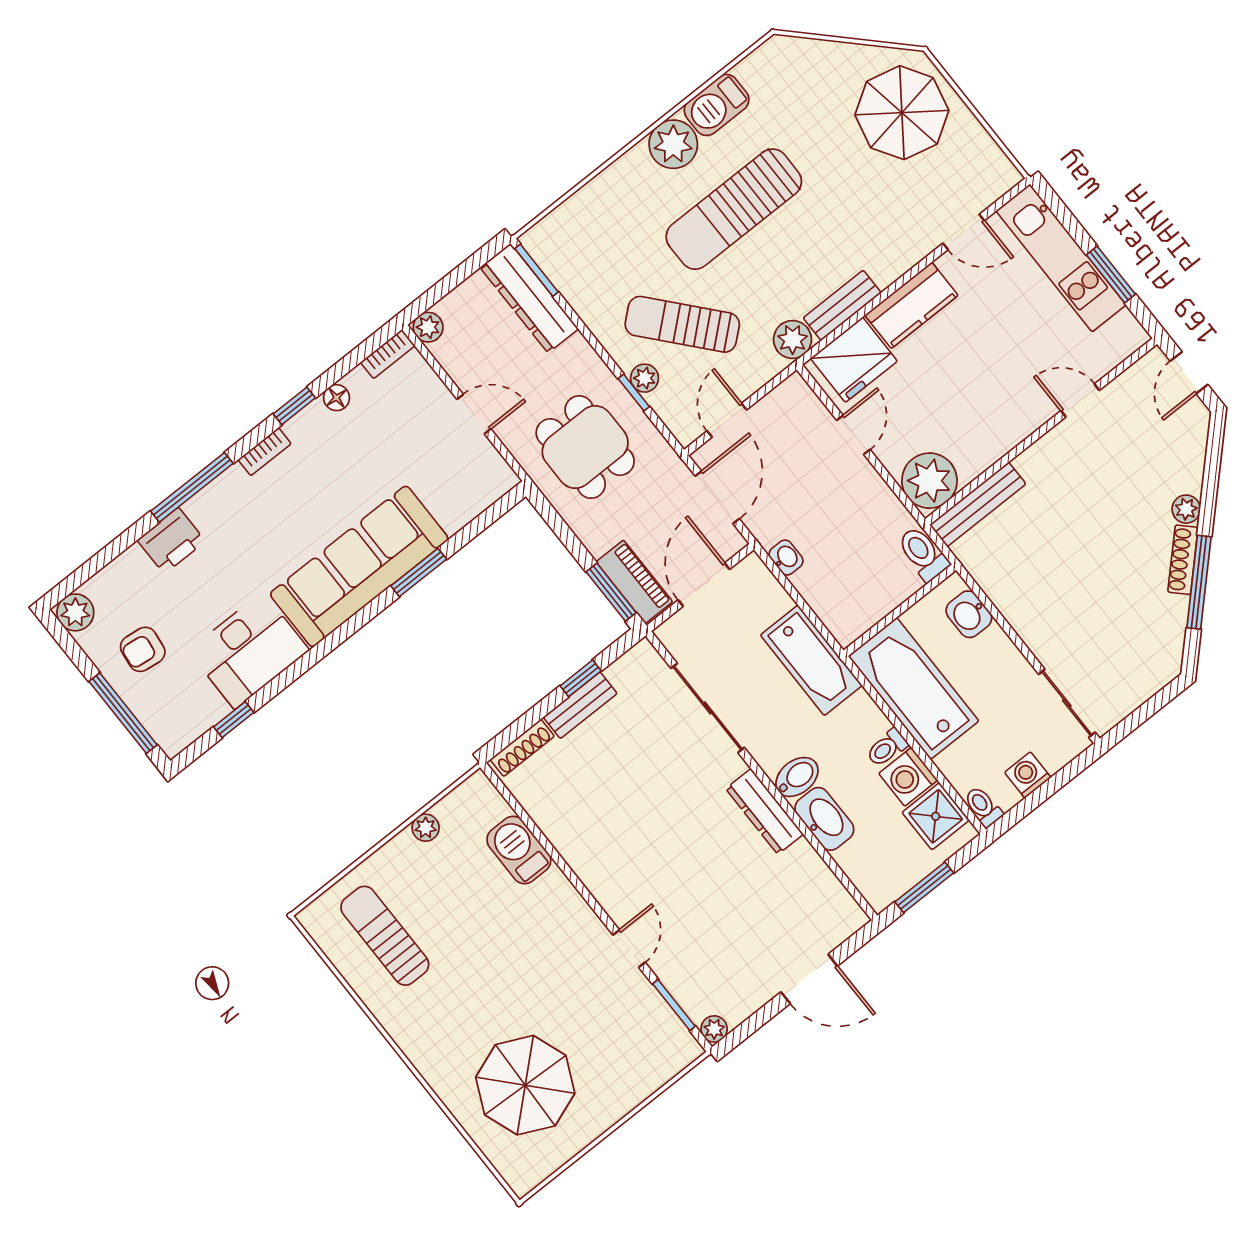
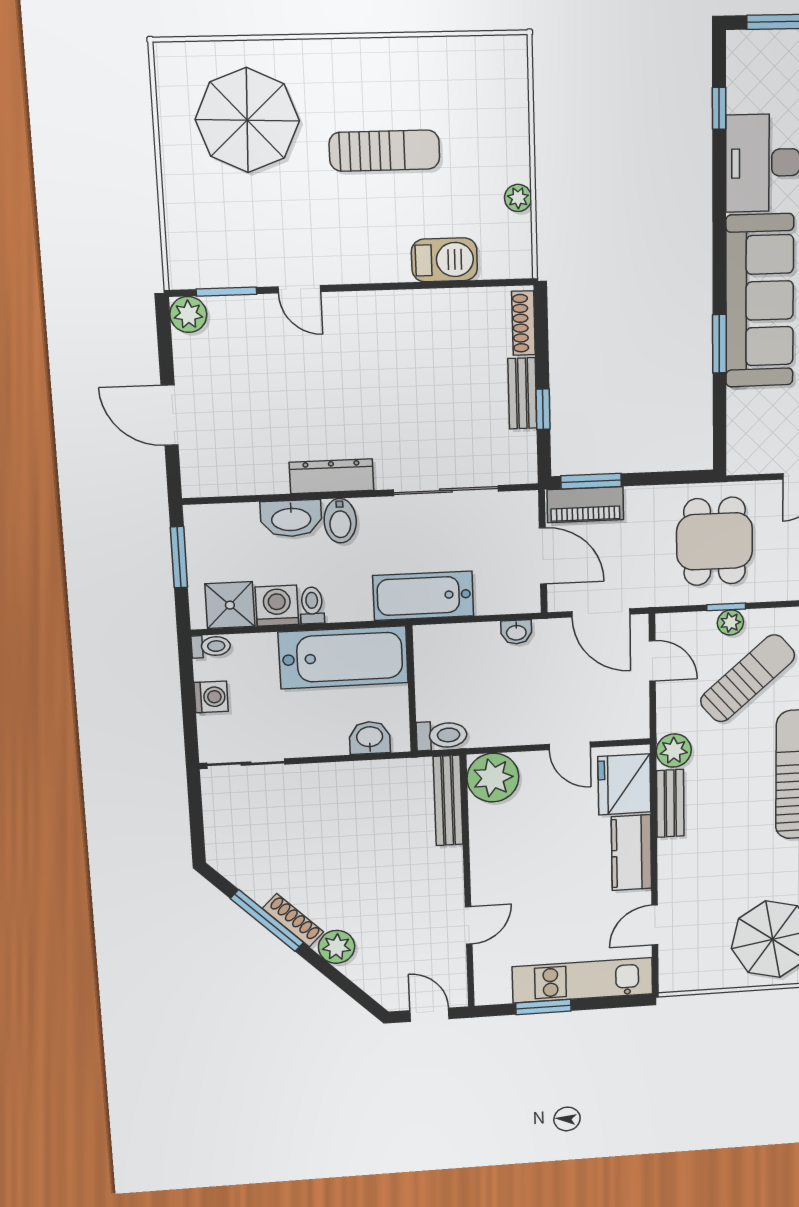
dining table: (585, 447) -> (715, 541), turned 90
plant: (1186, 509) -> (337, 947), width x1.38, depth x1.38
sun lounger: (385, 936) -> (384, 151), moved
door: (809, 979) -> (170, 415), hinge flipped
plant: (714, 1029) -> (188, 314), width x1.38, depth x1.38

